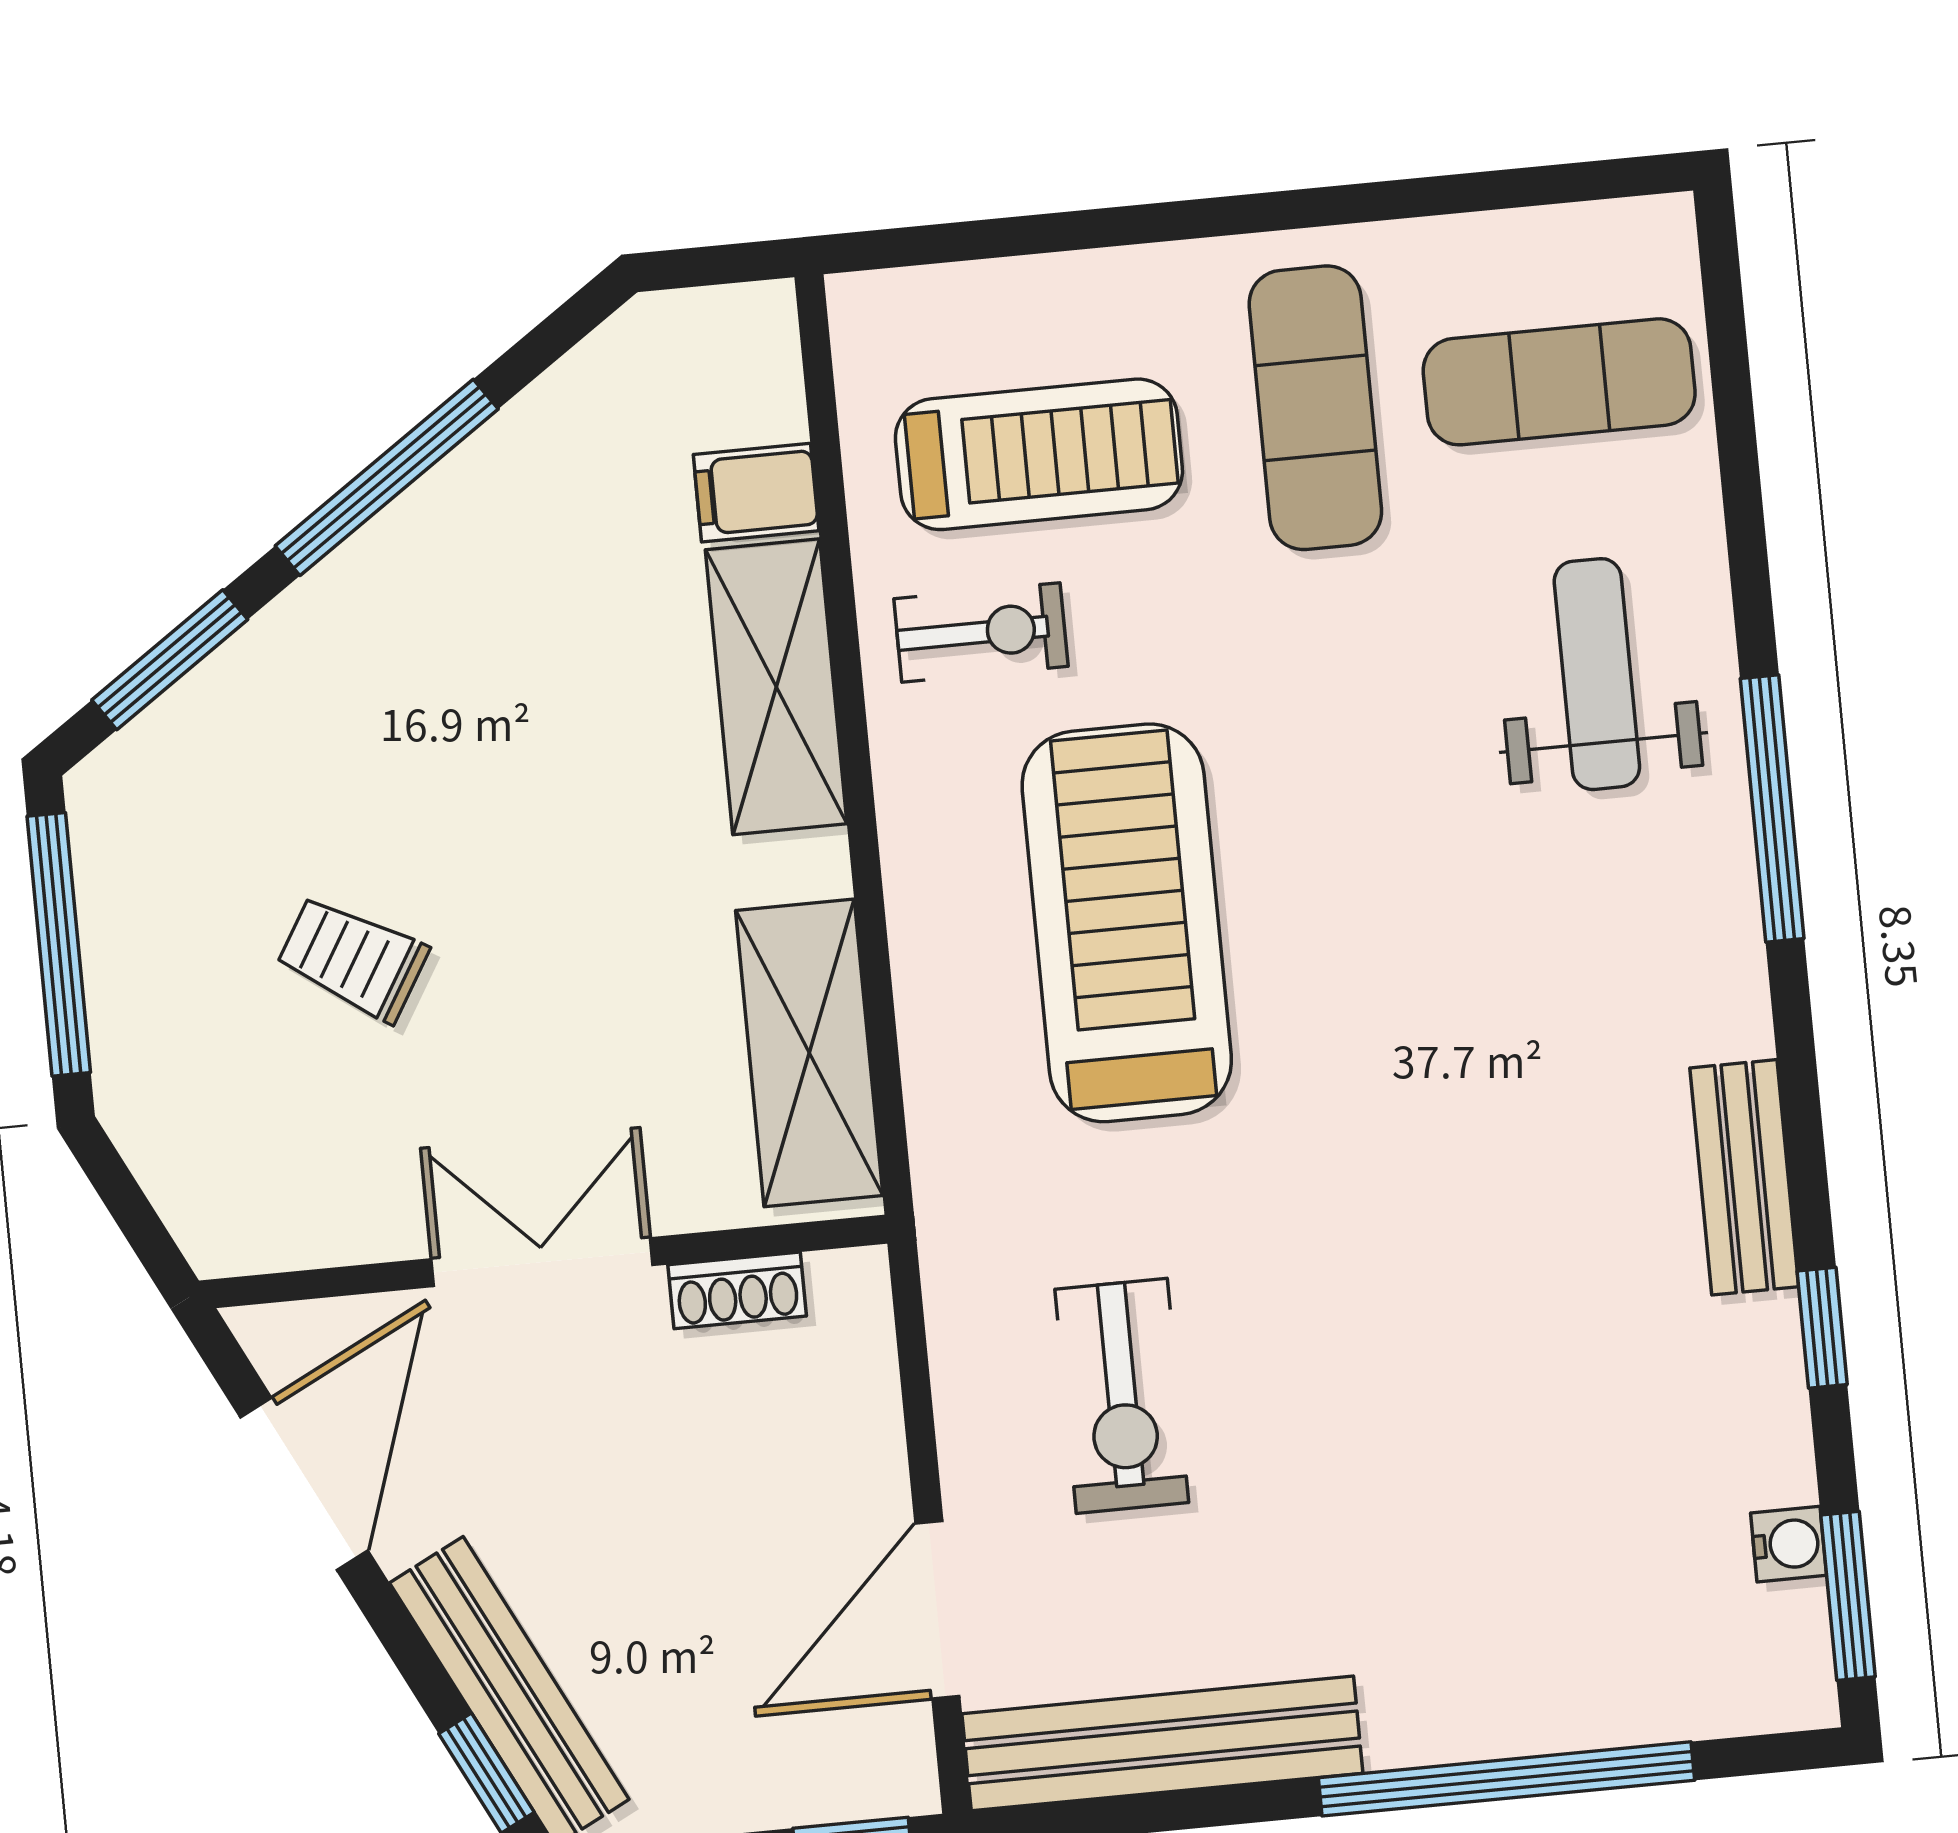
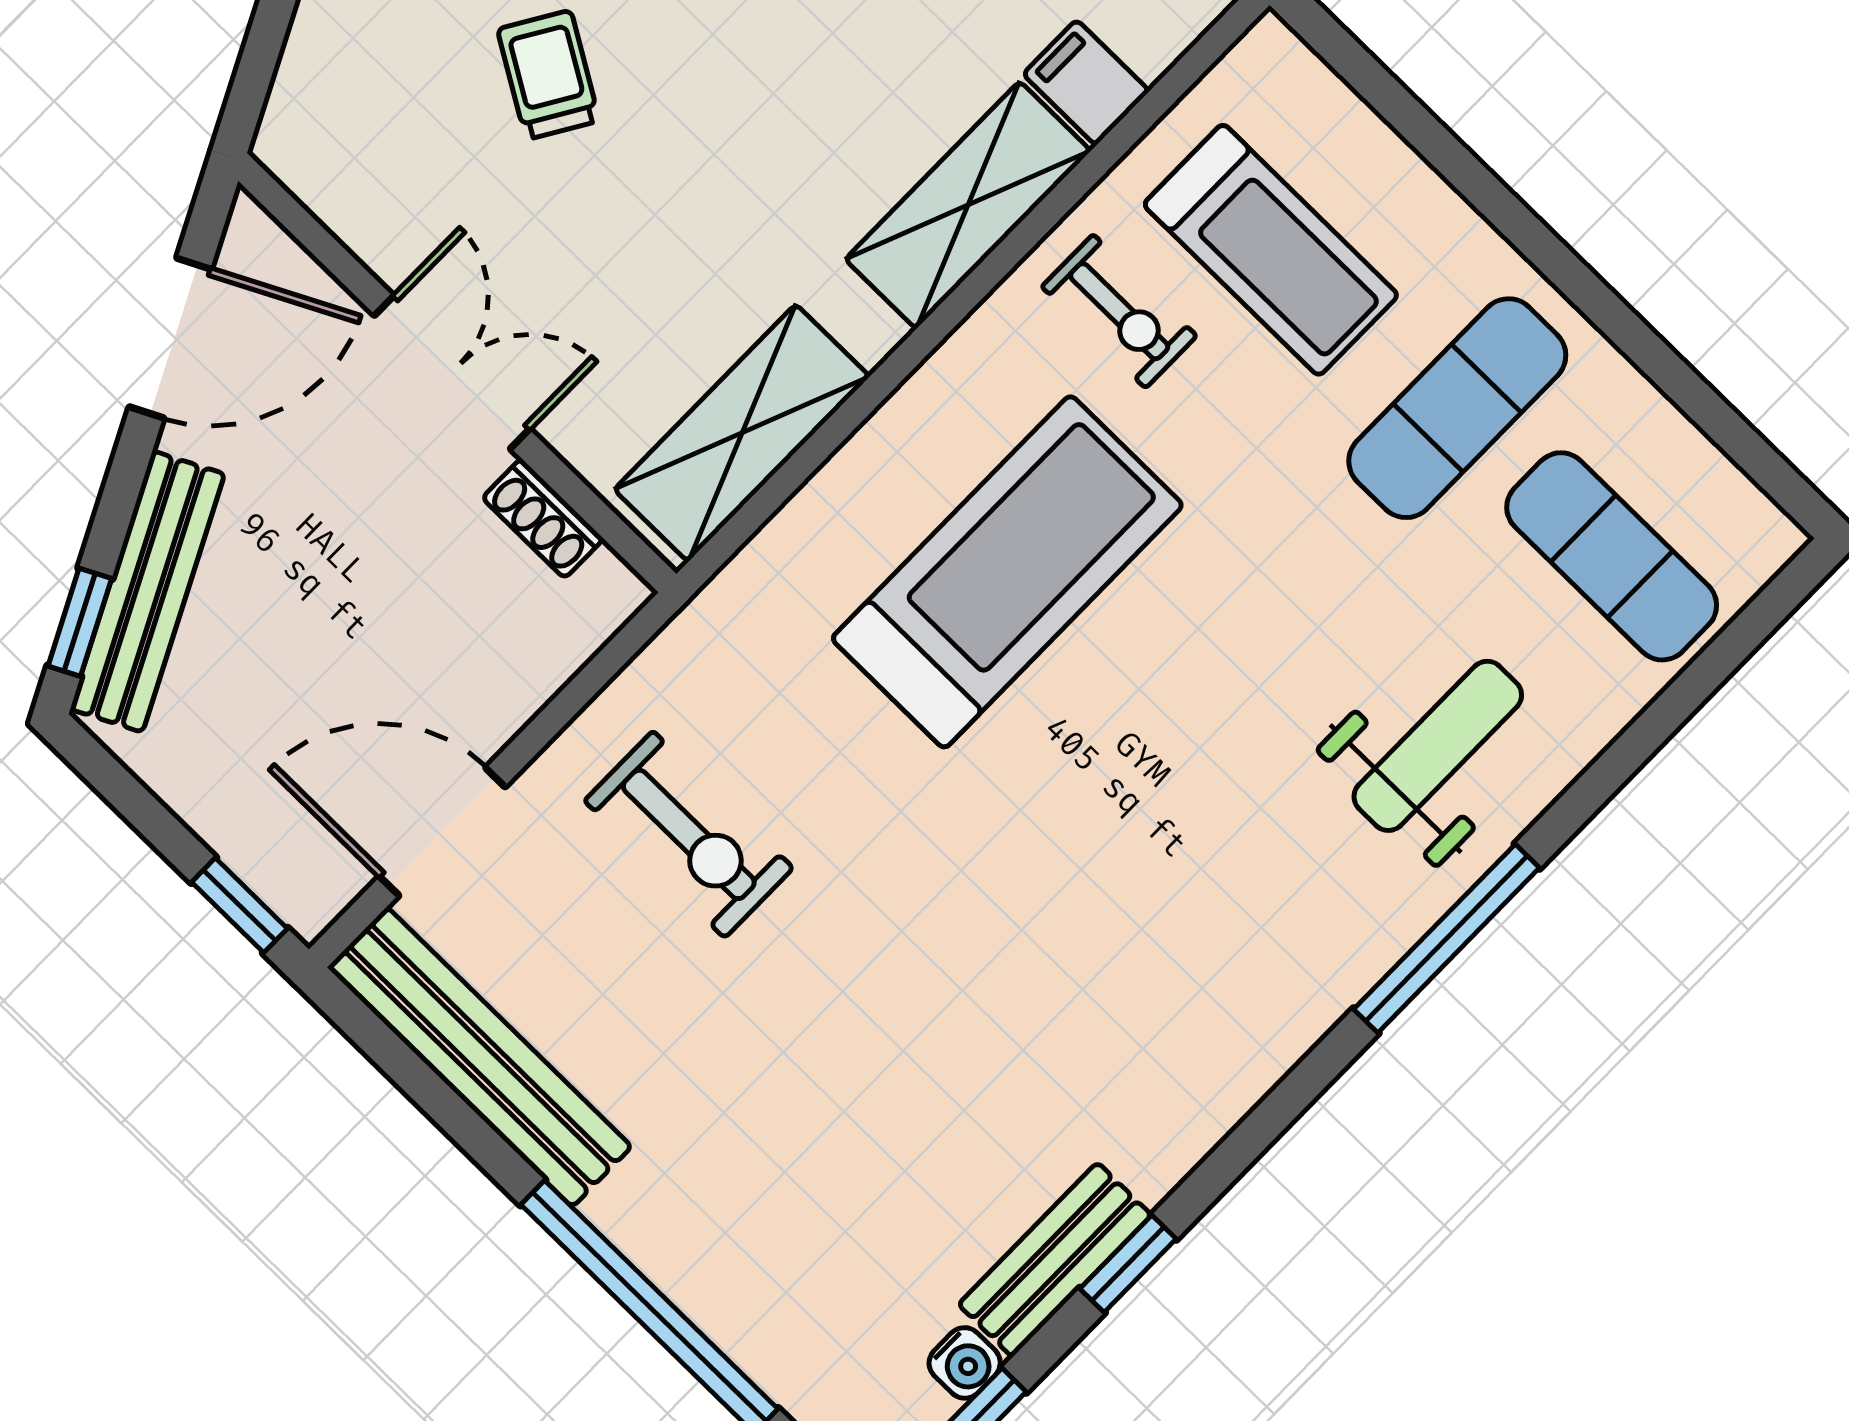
bench: (1744, 1177) -> (1055, 1260), moved
exercise bike: (1122, 1396) -> (689, 834), turned -90

